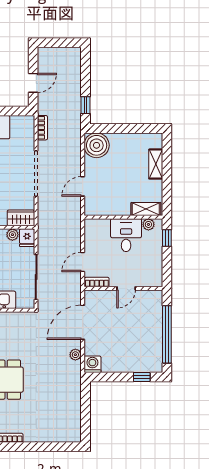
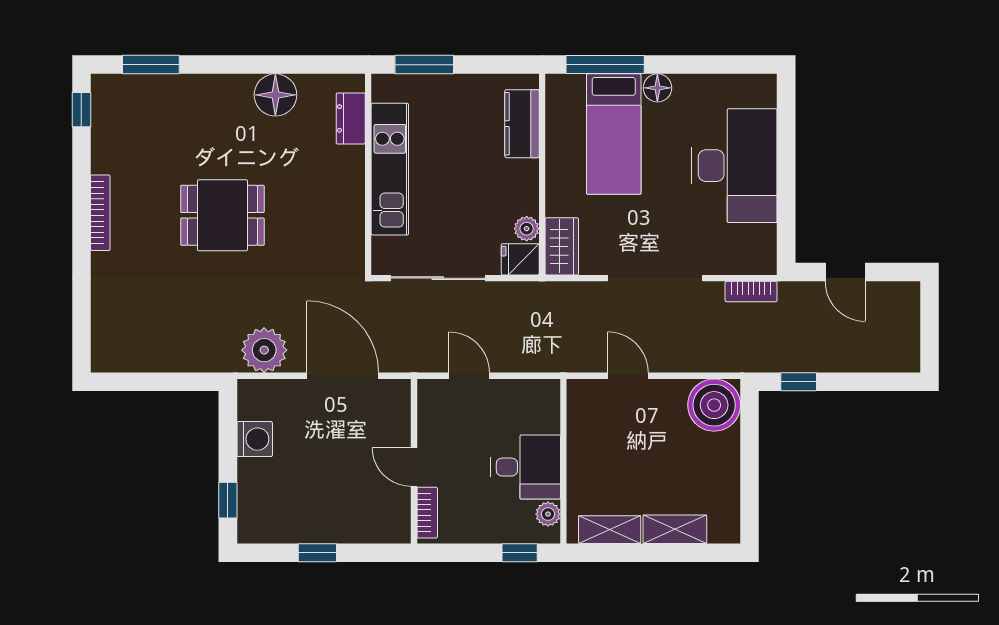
shelving: (146, 209) -> (610, 530), moved, turned 90
bookcase: (97, 282) -> (427, 513), moved
window: (167, 334) -> (317, 553), width x0.32
plant: (75, 355) -> (264, 350), width x1.88, depth x1.88
washing machine: (92, 364) -> (255, 439), moved

